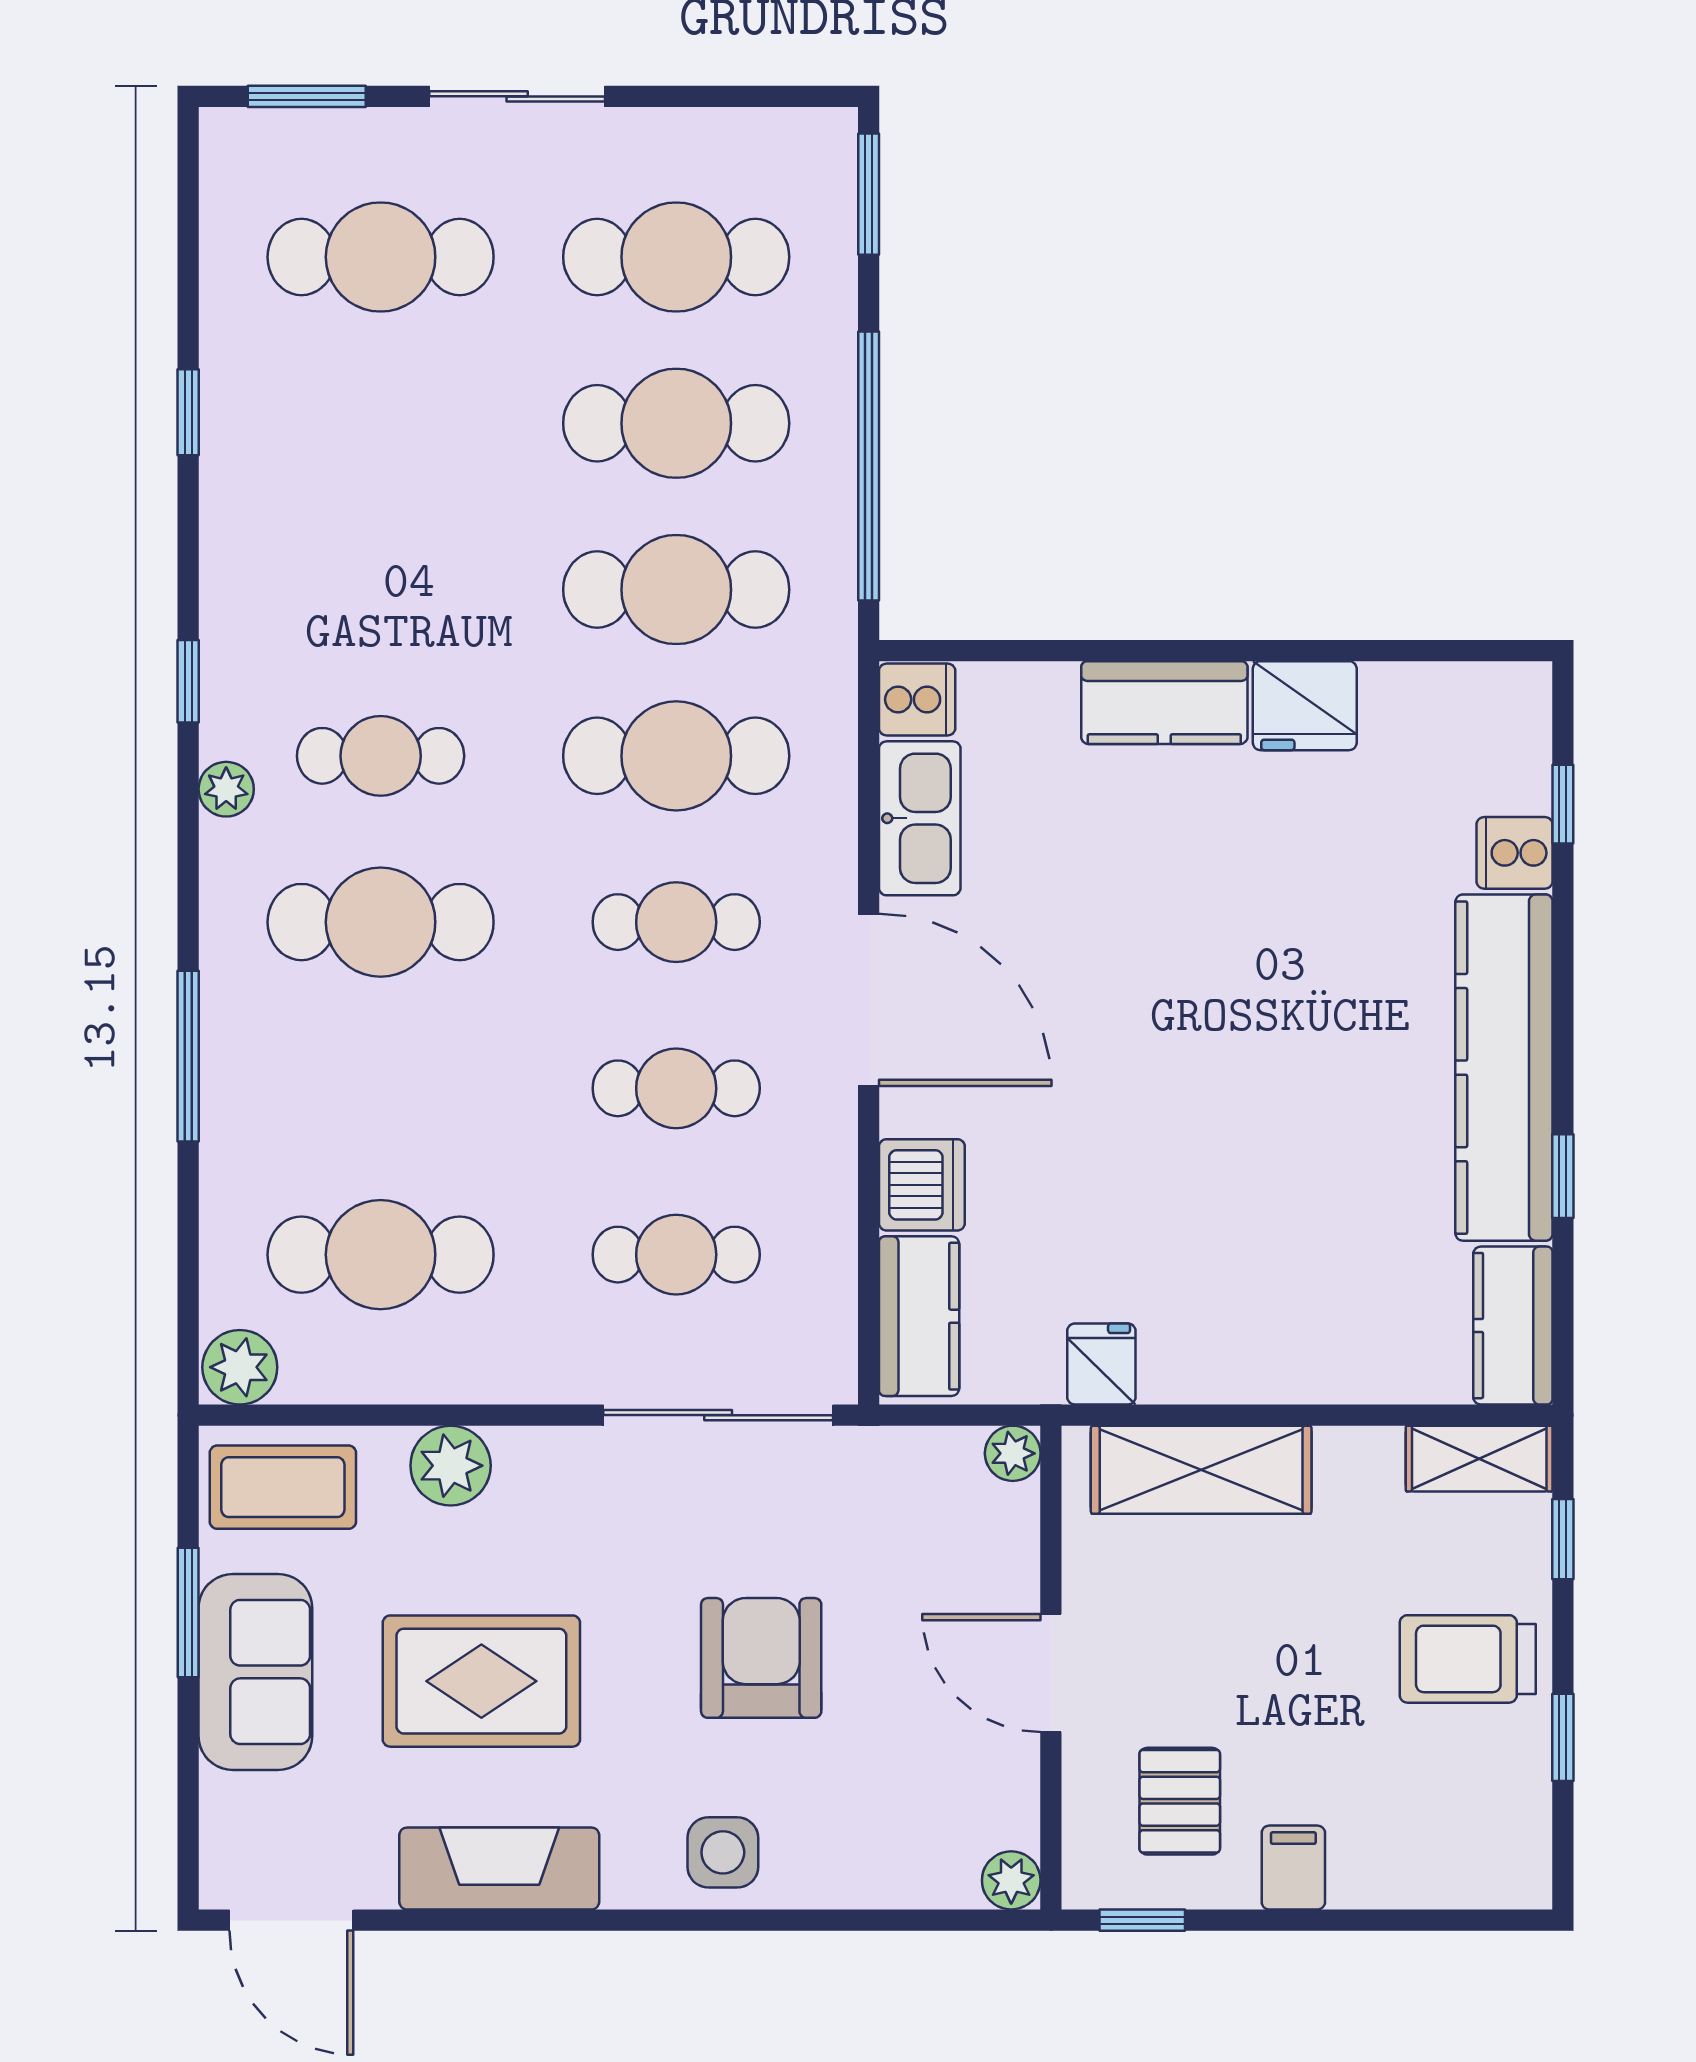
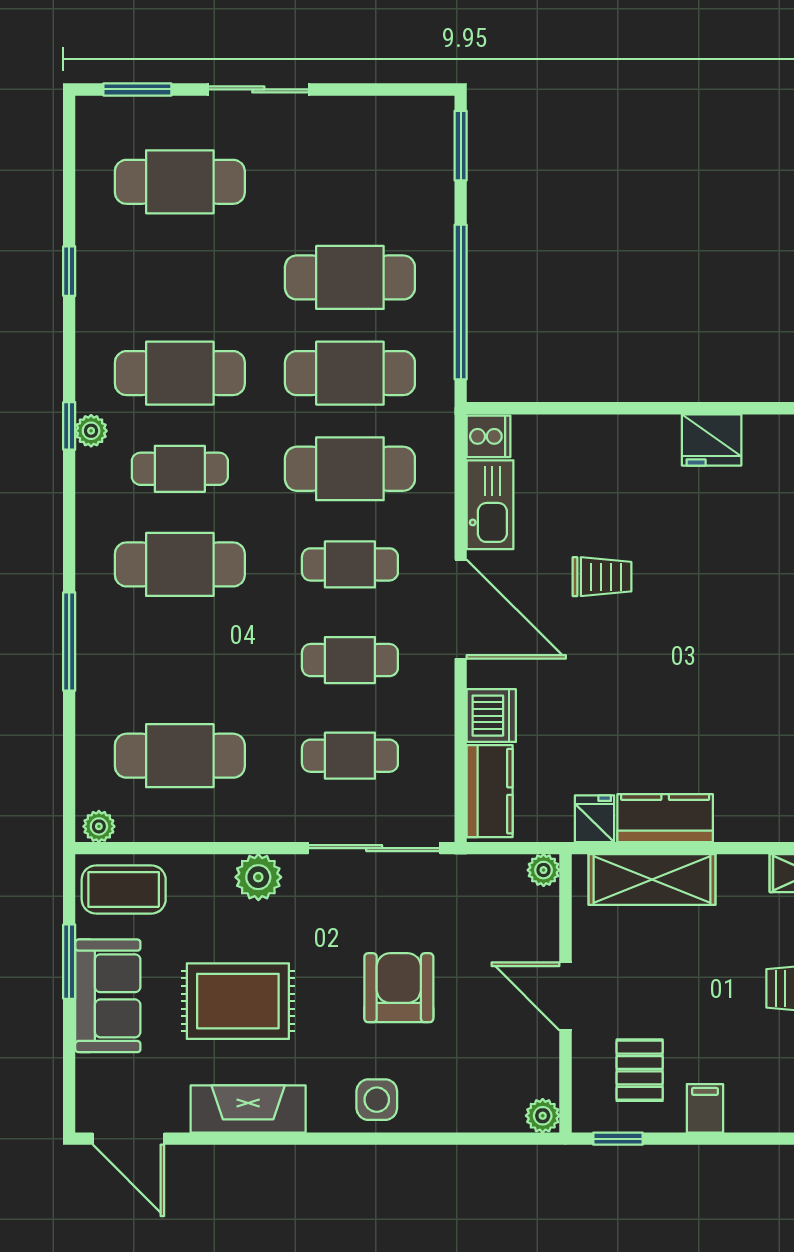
cafe table: (676, 257) -> (180, 373), moved
kitchen counter: (1164, 703) -> (665, 818), moved, turned 180
plant: (226, 789) -> (91, 431), moved
trolley: (1114, 943) -> (602, 577), added
plant: (240, 1367) -> (99, 826), width x0.73, depth x0.73
plant: (451, 1466) -> (258, 877), moved

